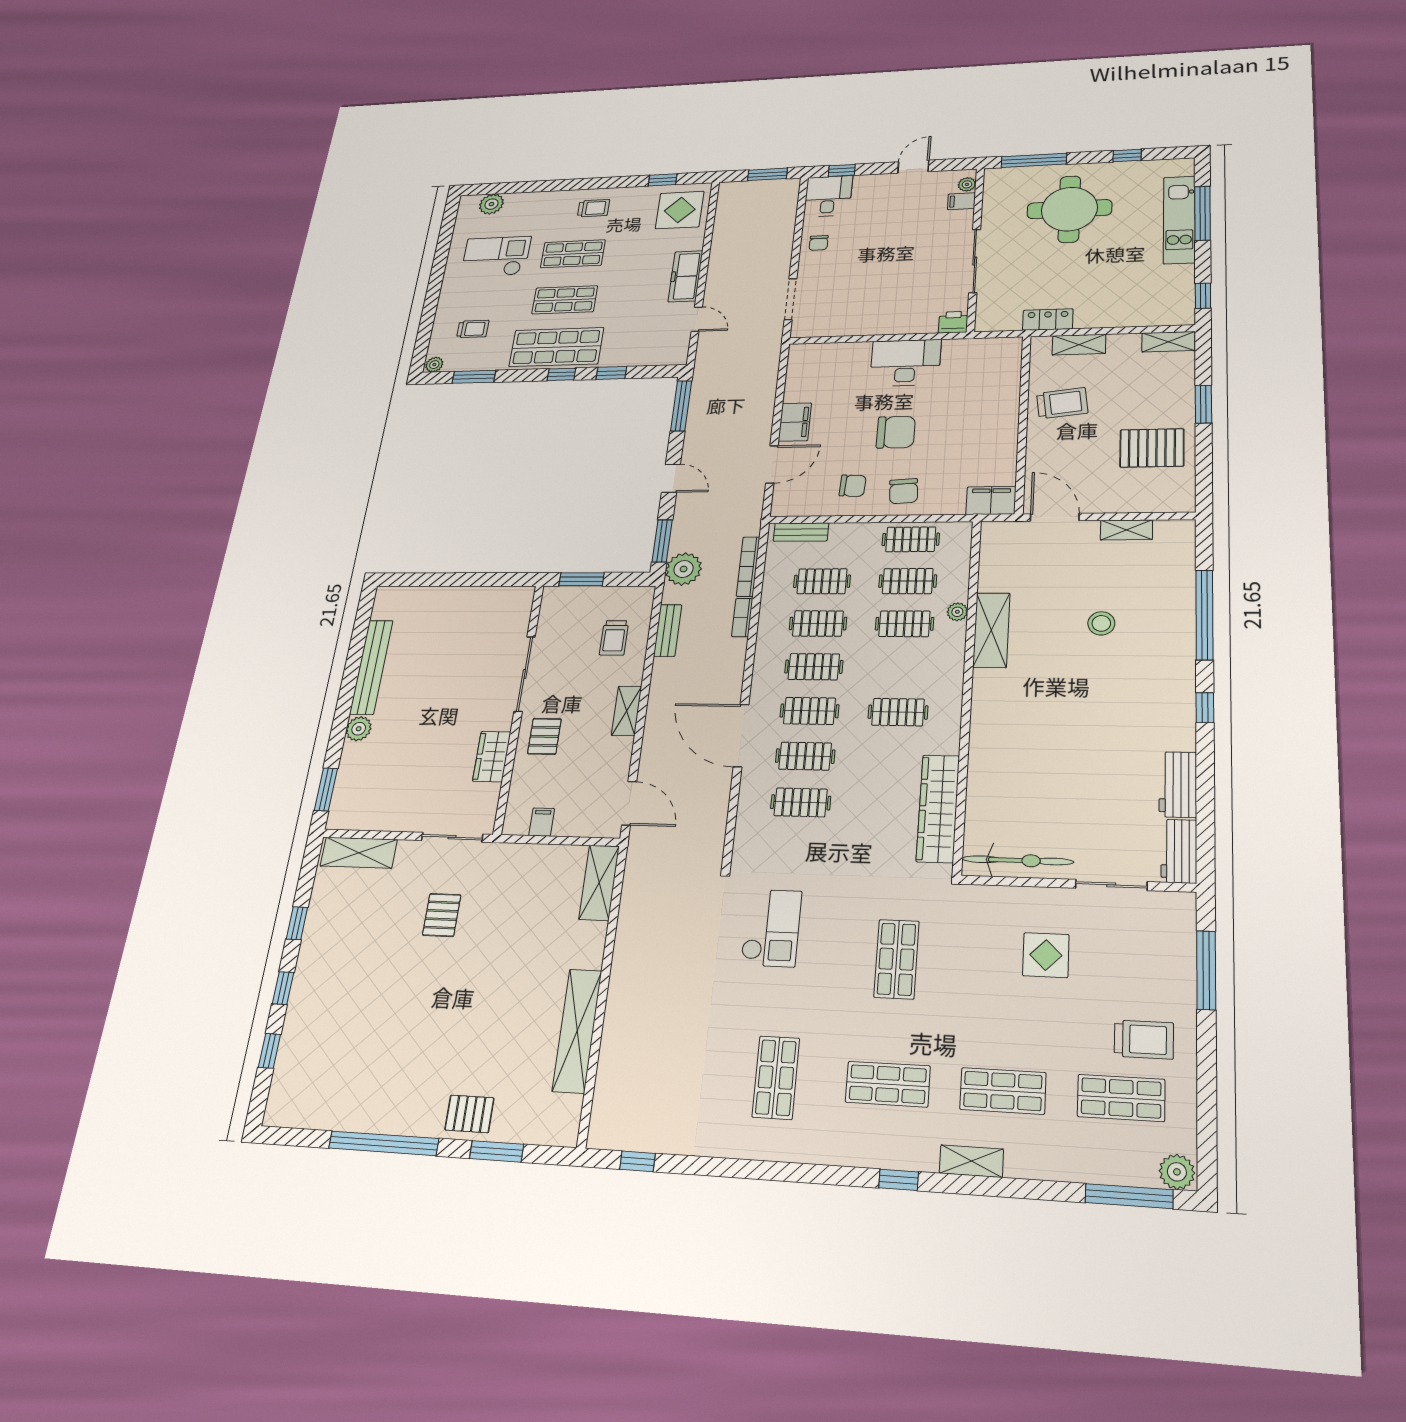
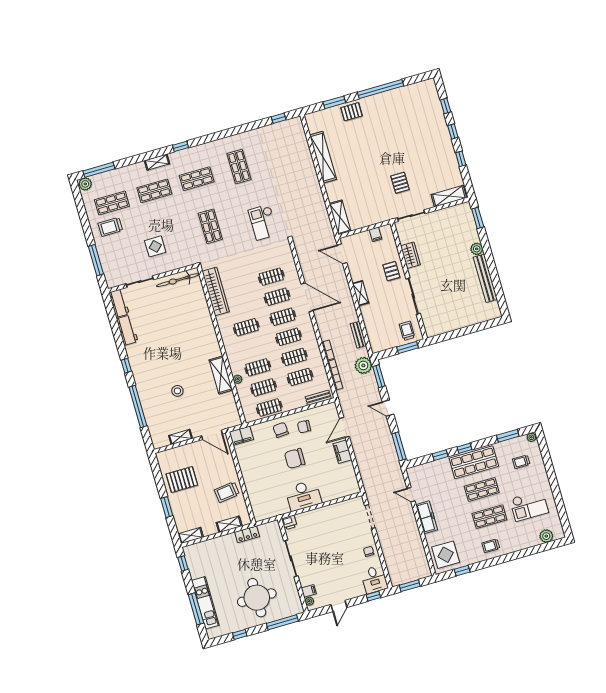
trolley: (614, 638) -> (407, 331), moved

